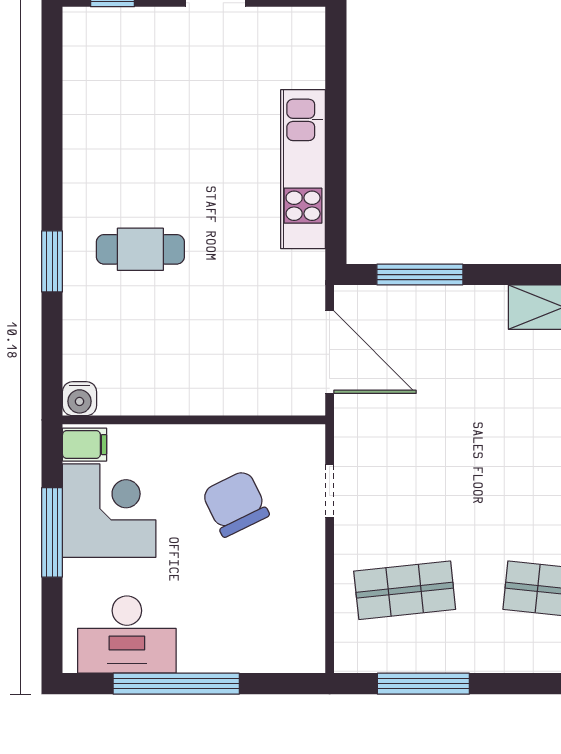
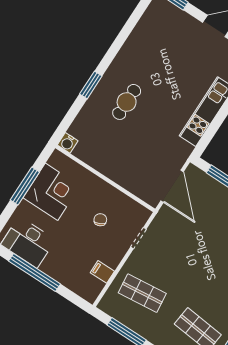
cafe table: (140, 249) -> (127, 102), turned 90
filing cabinet: (85, 445) -> (102, 272), moved, turned 180
chair: (235, 503) -> (100, 220), width x0.54, depth x0.54

